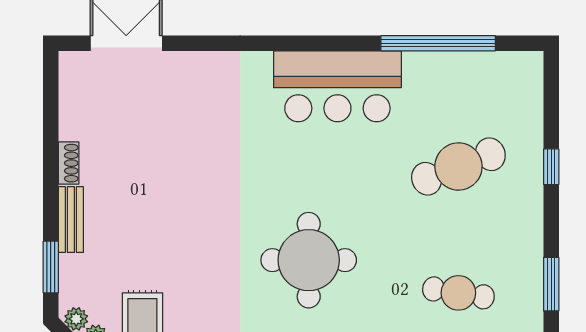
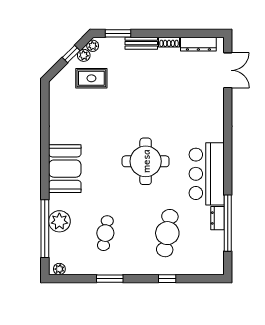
dresser: (428, 64) -> (217, 218), added
dresser: (73, 103) -> (198, 44), added
cafe table: (458, 166) -> (167, 233), turned 30
round table: (309, 260) -> (146, 161), moved

